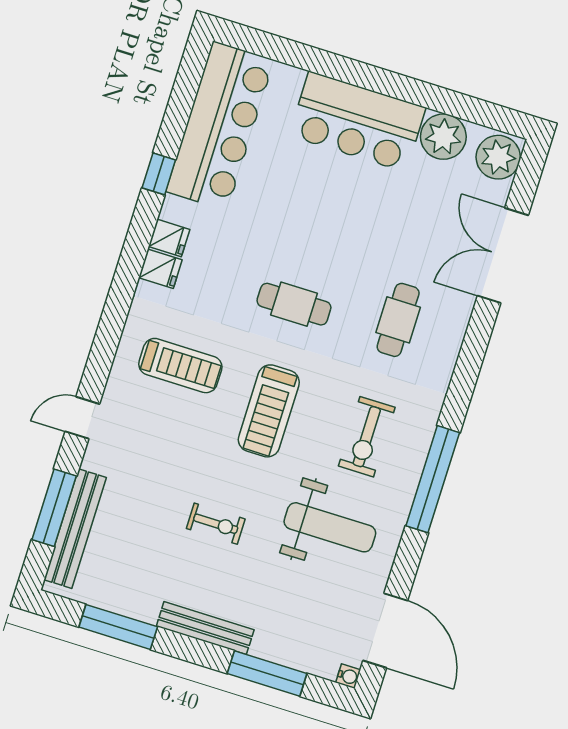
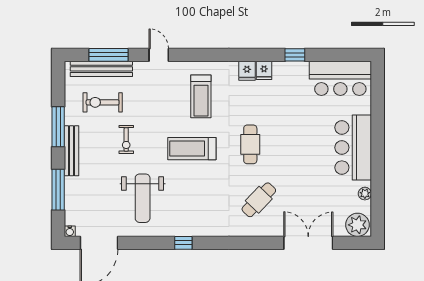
bar counter: (220, 126) -> (340, 78), width x0.73
plant: (443, 137) -> (365, 194), width x0.53, depth x0.53
cafe table: (398, 320) -> (259, 200), turned -46
exercise bike: (367, 437) -> (103, 102), moved
window: (433, 479) -> (183, 243), width x0.32
window: (118, 627) -> (58, 127), moved

